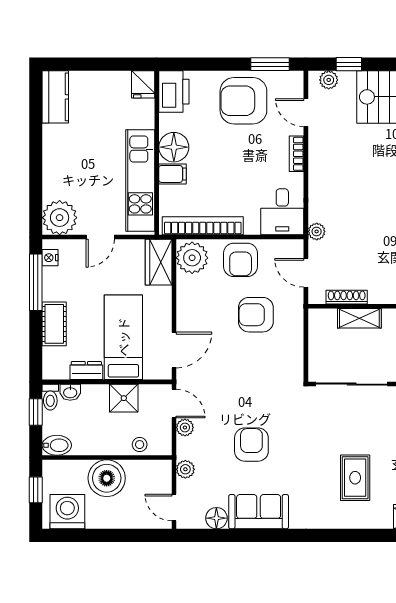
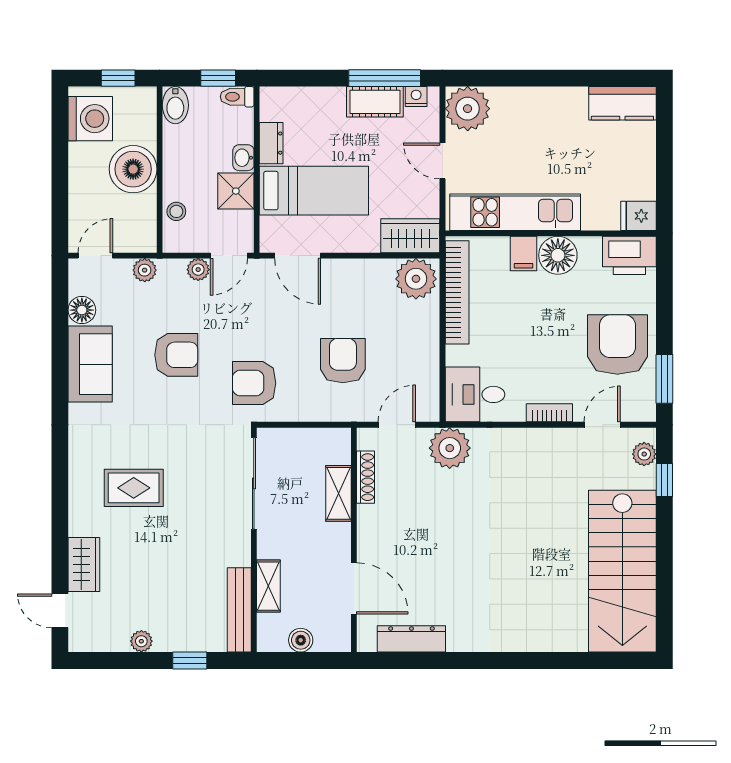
plant: (317, 231) -> (450, 448), width x1.88, depth x1.88
armchair: (241, 260) -> (254, 383), moved
cot: (54, 324) -> (375, 102), moved
washbasin: (70, 392) -> (243, 158), moved

